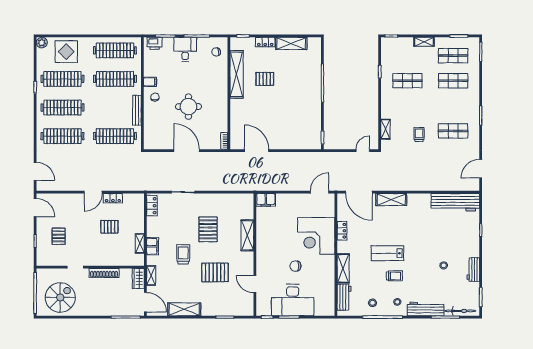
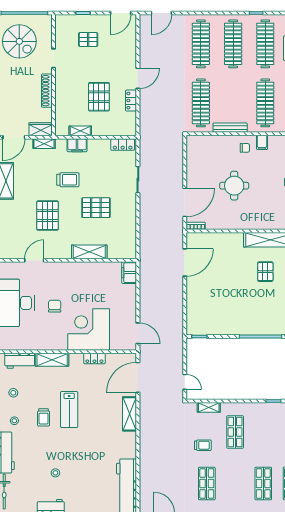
shop shelf: (407, 81) -> (235, 432), moved
door: (187, 151) -> (185, 202), moved
door: (93, 192) -> (138, 78), swing flipped
pallet: (109, 227) -> (99, 97), width x1.50, depth x1.42
lab bench: (387, 253) -> (69, 410), turned 180

